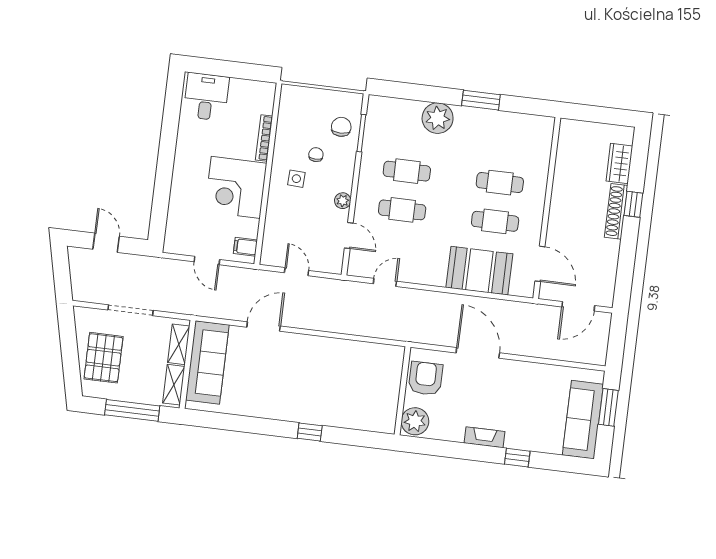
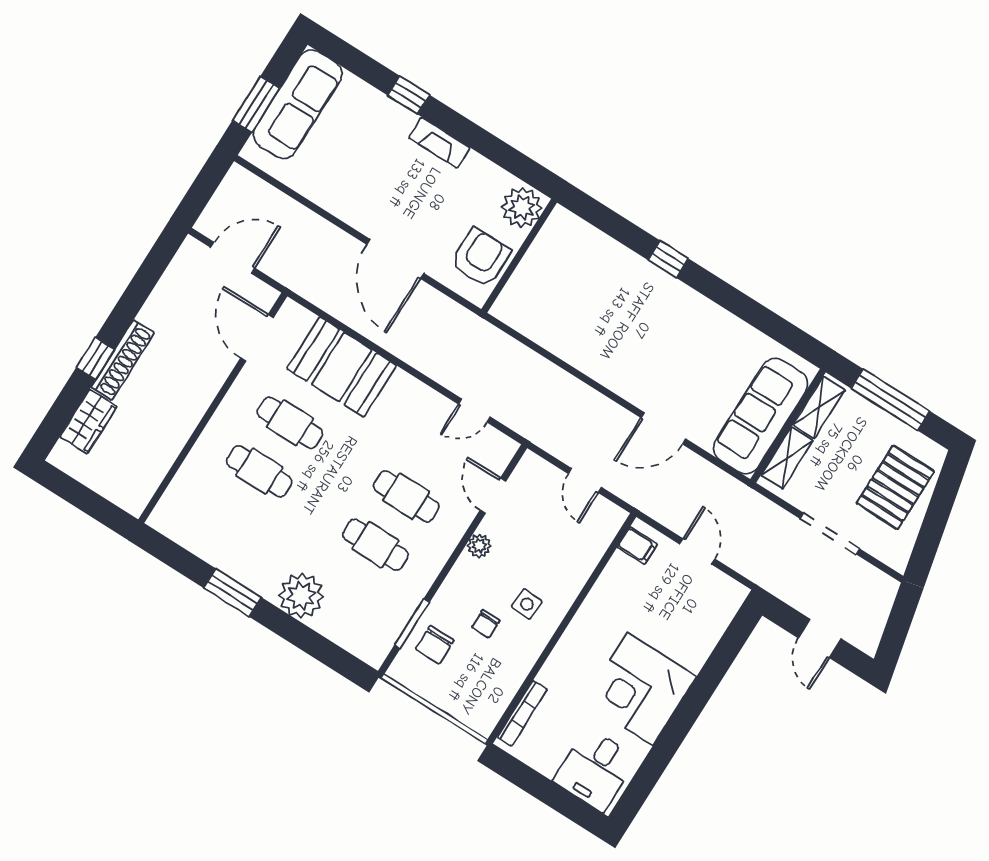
bookcase: (264, 138) -> (522, 713), moved
corner desk: (236, 187) -> (640, 689), moved, turned 180
armchair: (426, 378) -> (481, 258), turned 180

